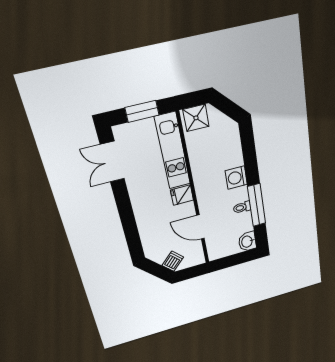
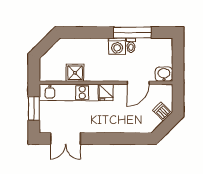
shower: (196, 118) -> (75, 73), moved
washing machine: (236, 178) -> (117, 46), moved
washbasin: (247, 242) -> (164, 74), moved, turned 180

